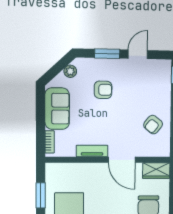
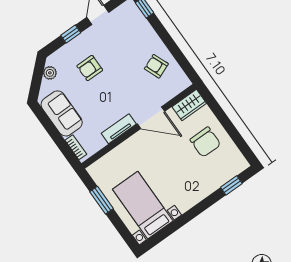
window: (107, 54) -> (71, 34), width x0.67
armchair: (103, 90) -> (90, 68), turned 180
armchair: (153, 125) -> (156, 66), turned 119

